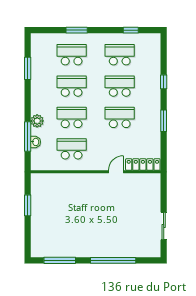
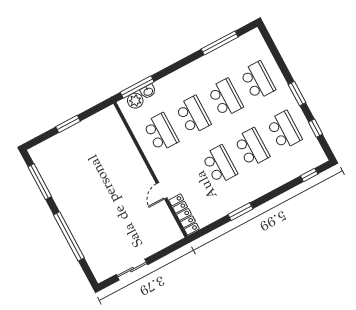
window: (77, 30) -> (297, 94), moved
window: (28, 68) -> (220, 43), width x1.44
window: (164, 82) -> (309, 175), moved
plant: (37, 121) -> (135, 101), moved
window: (28, 137) -> (137, 87), moved
door: (116, 172) -> (162, 191), swing flipped
window: (28, 205) -> (68, 124), moved

